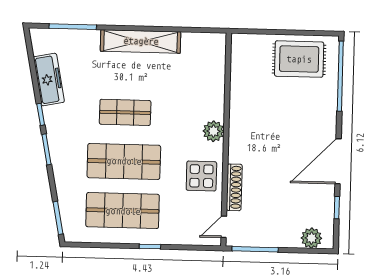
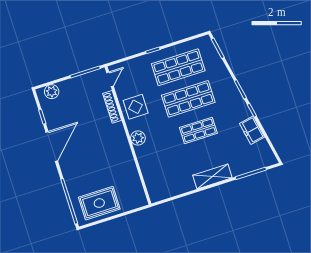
shelving: (141, 41) -> (212, 176), width x0.68
freezer: (49, 80) -> (252, 130), width x0.71

